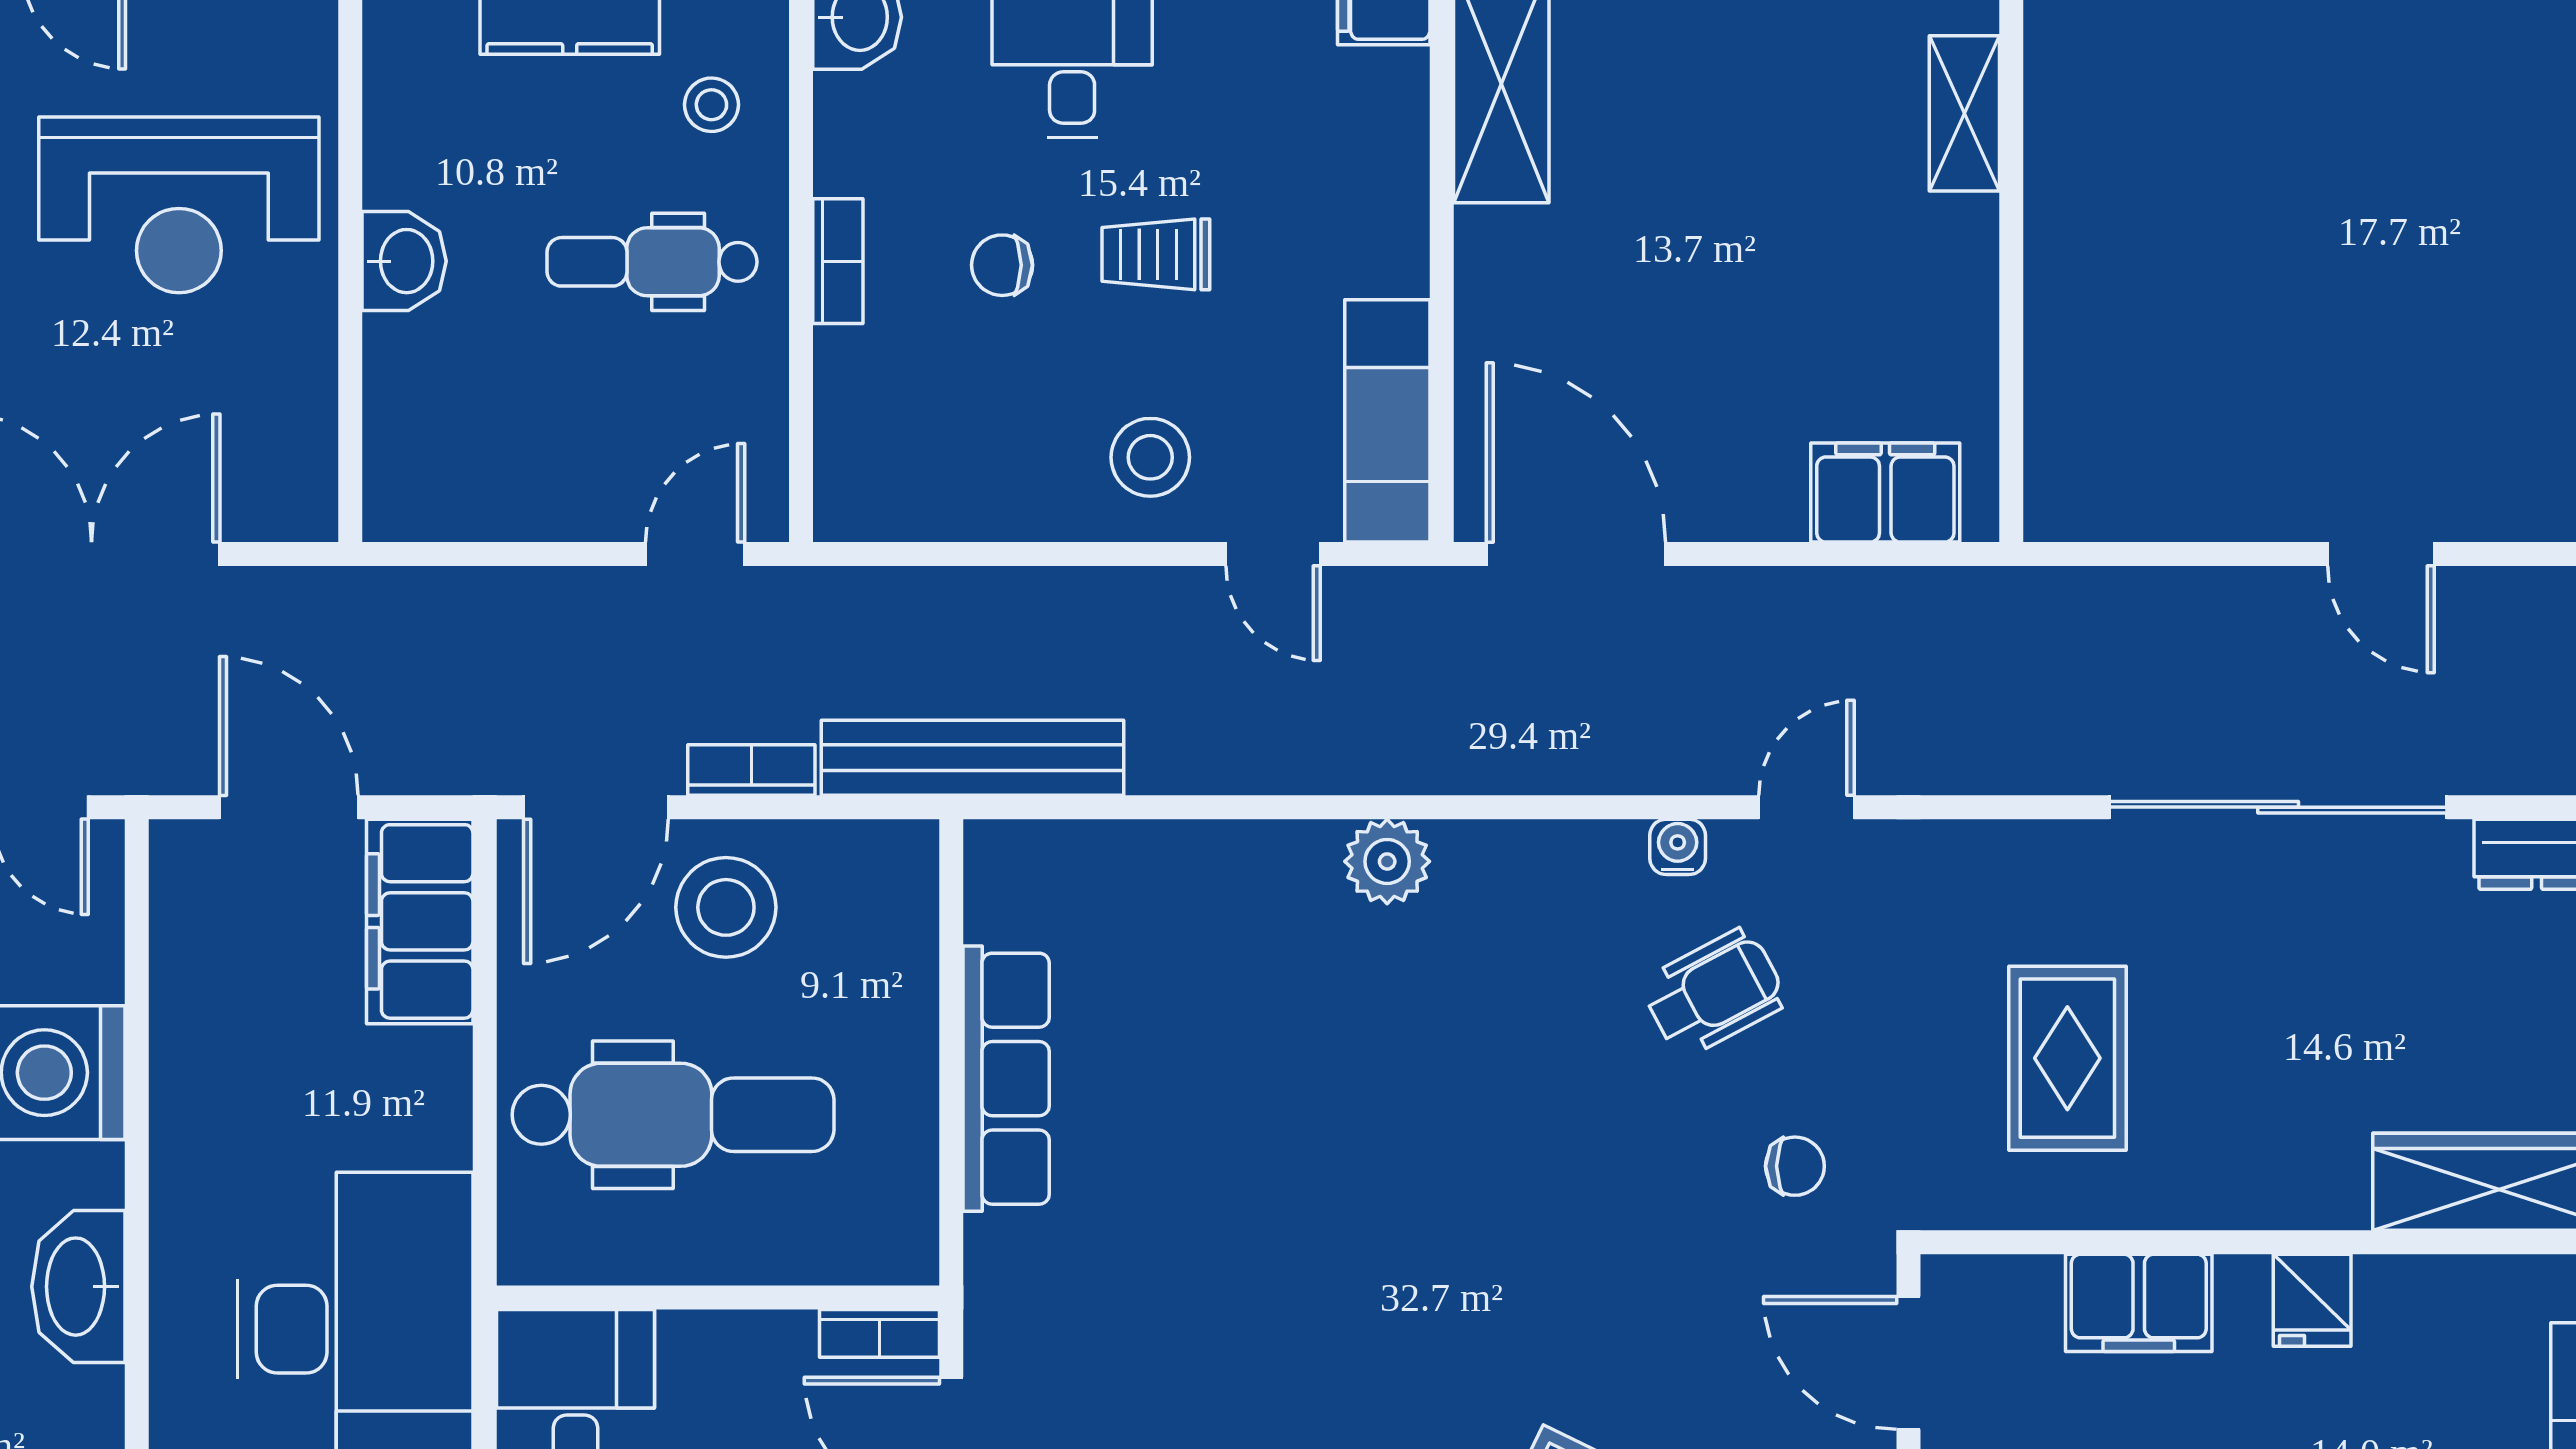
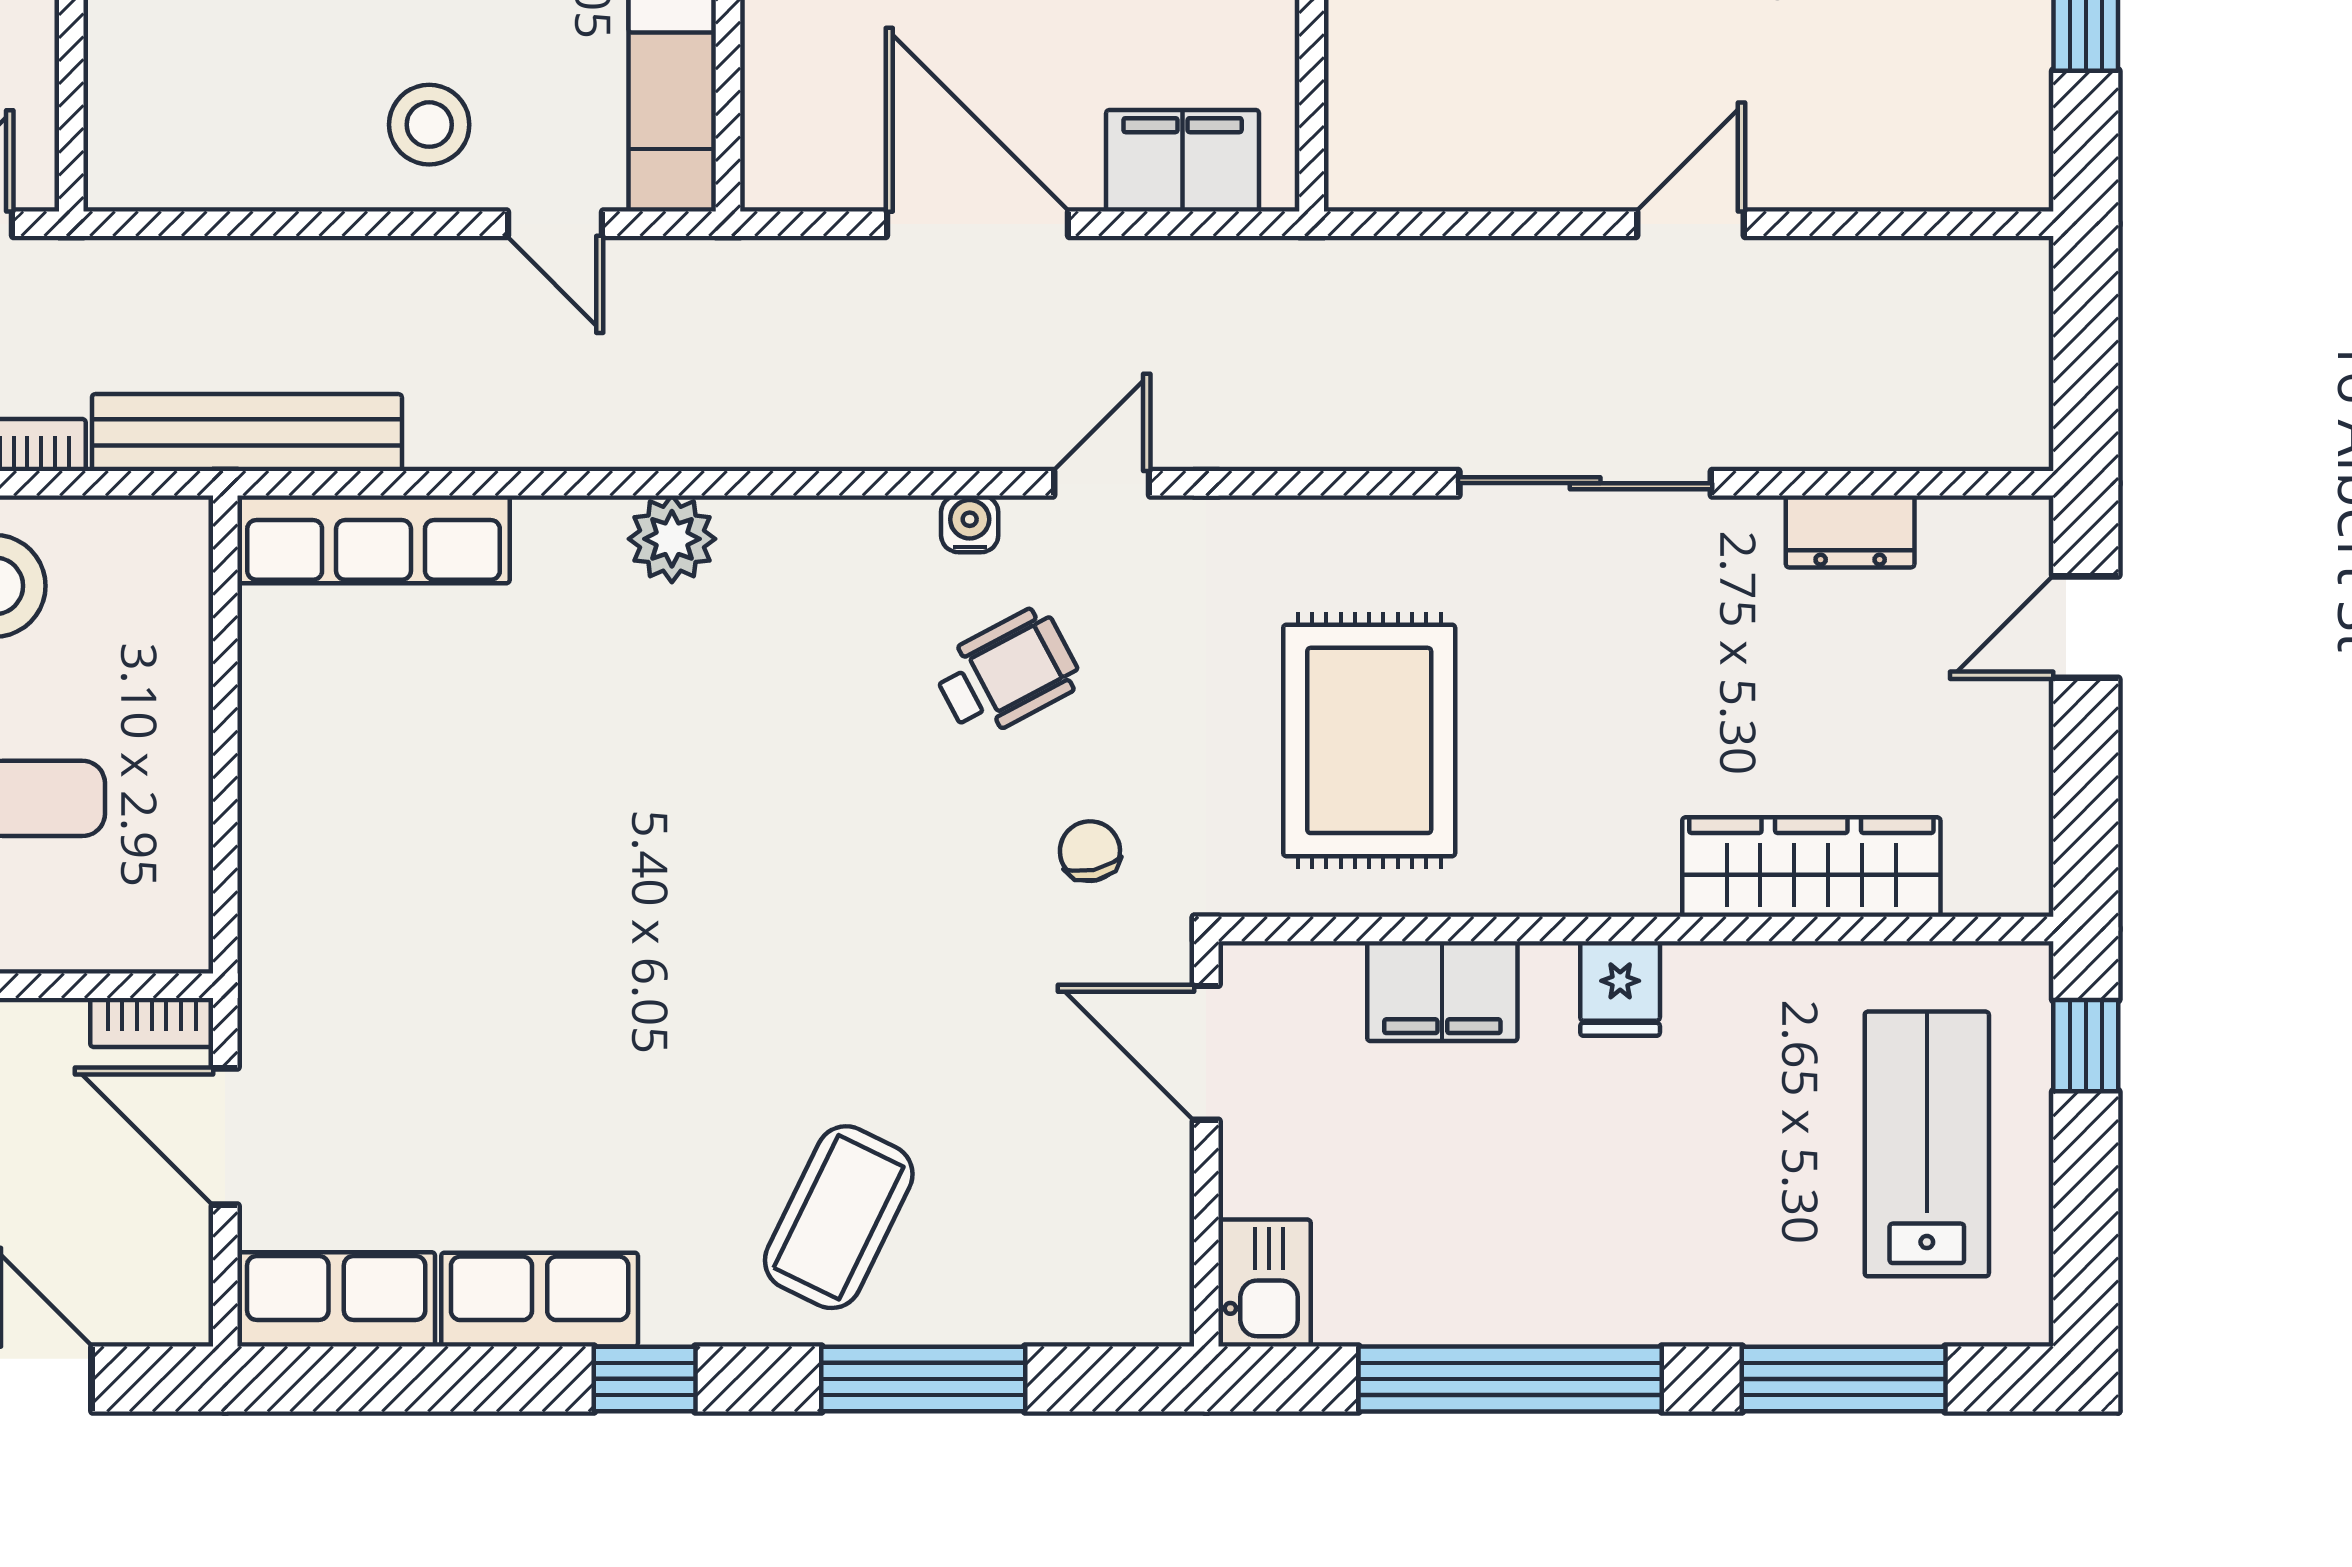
door: (1576, 554) -> (977, 224), moved
door: (2381, 554) -> (1691, 224), swing flipped
sliding door: (2278, 807) -> (1585, 483), width x0.73
rug: (2067, 1058) -> (1369, 740), width x1.36, depth x1.43
row of seats: (1006, 1079) -> (374, 539), moved, turned 90
chair: (1795, 1166) -> (1090, 851), turned -102

